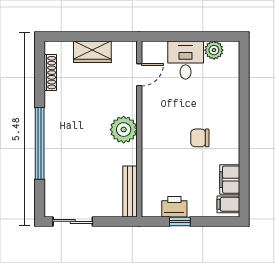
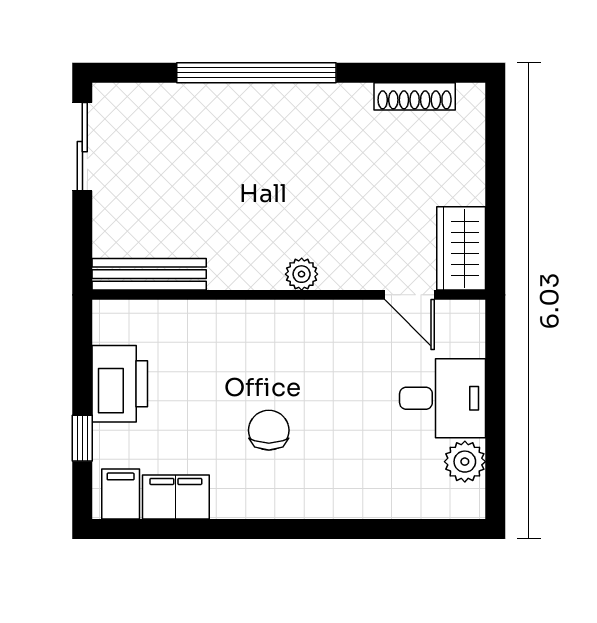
wardrobe: (92, 52) -> (461, 248), moved
plant: (124, 130) -> (302, 274), width x0.53, depth x0.53
printer: (174, 207) -> (120, 384), width x1.37, depth x1.19
window: (180, 221) -> (82, 438), moved

